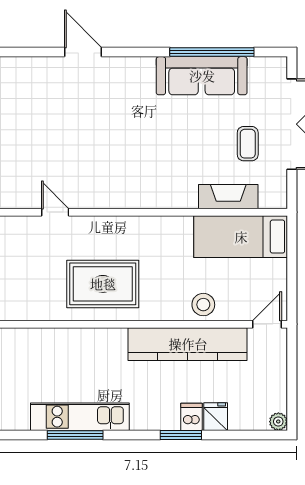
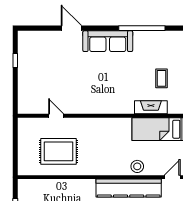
sofa: (202, 76) -> (108, 41), moved
rug: (103, 284) -> (59, 151), moved

